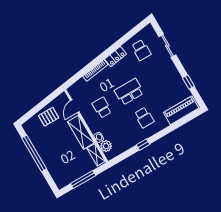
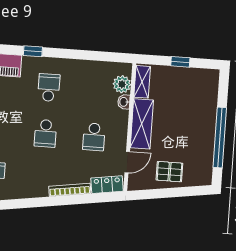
locker: (116, 56) -> (107, 185), moved
school desk: (129, 92) -> (45, 133), width x0.54
window: (143, 145) -> (33, 51), moved
window: (83, 180) -> (180, 62), width x0.46

